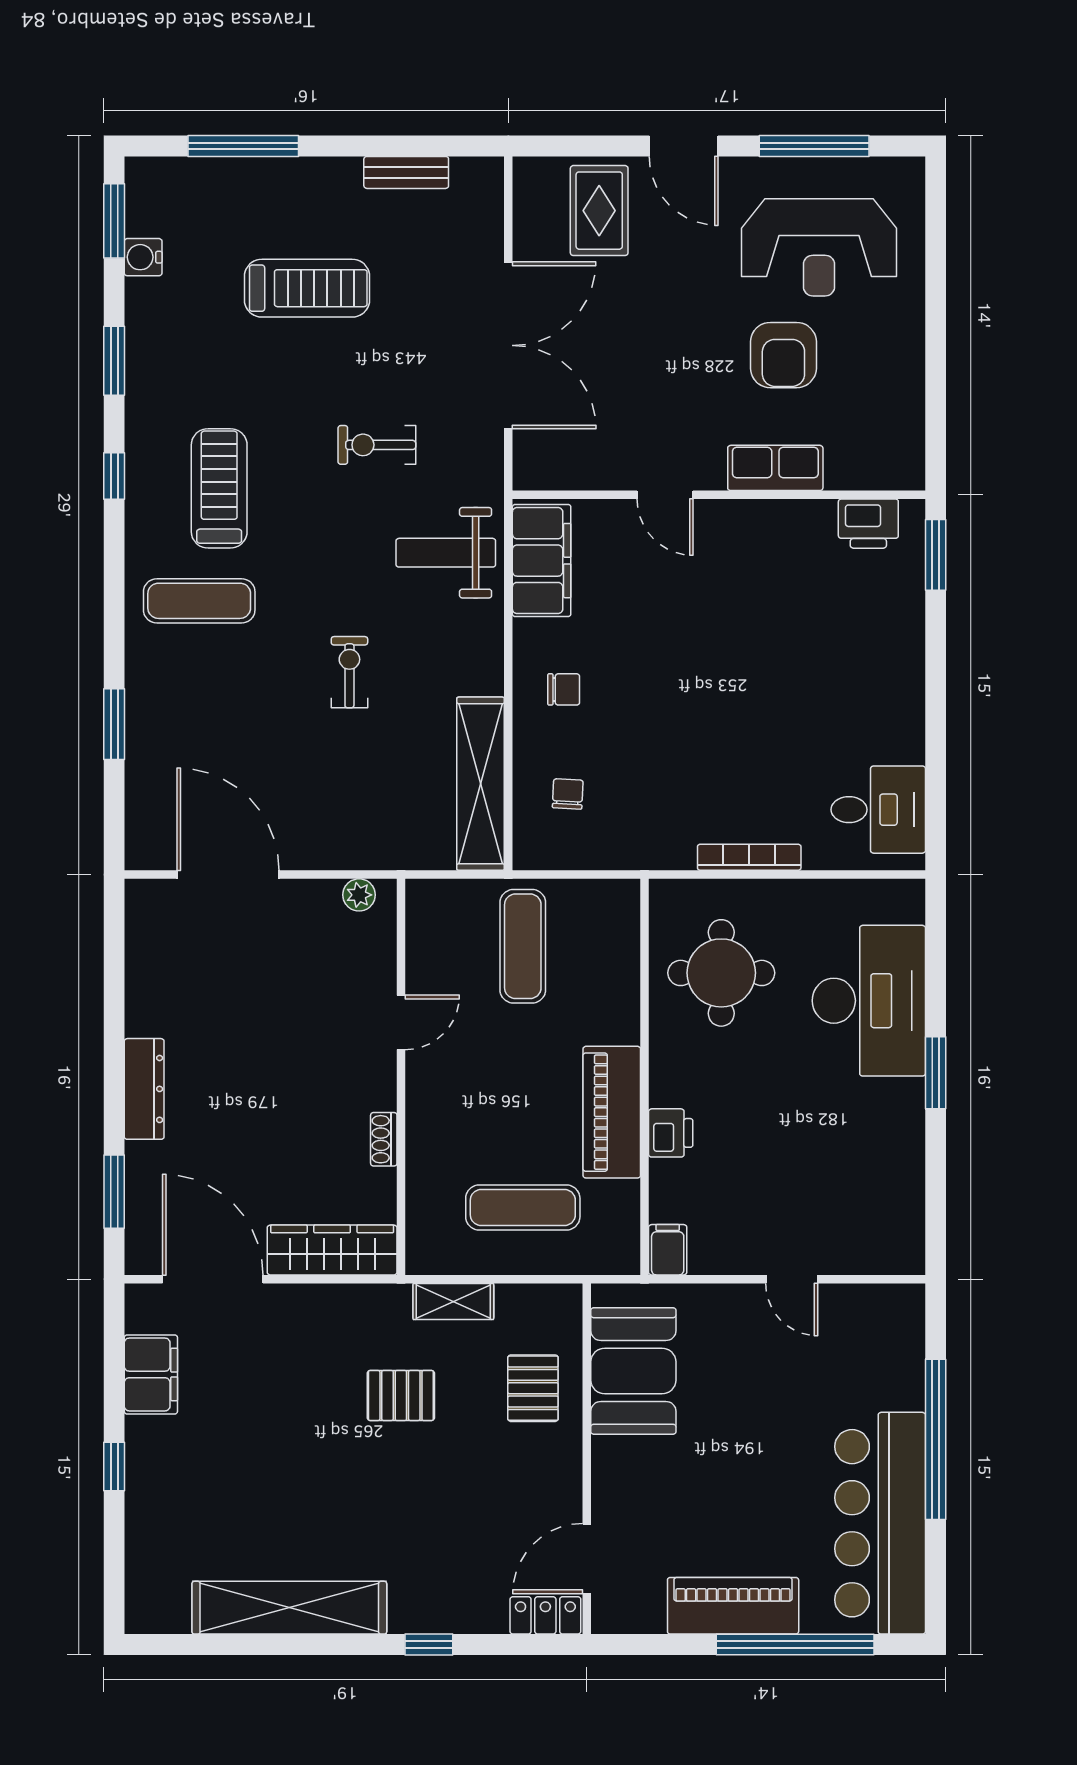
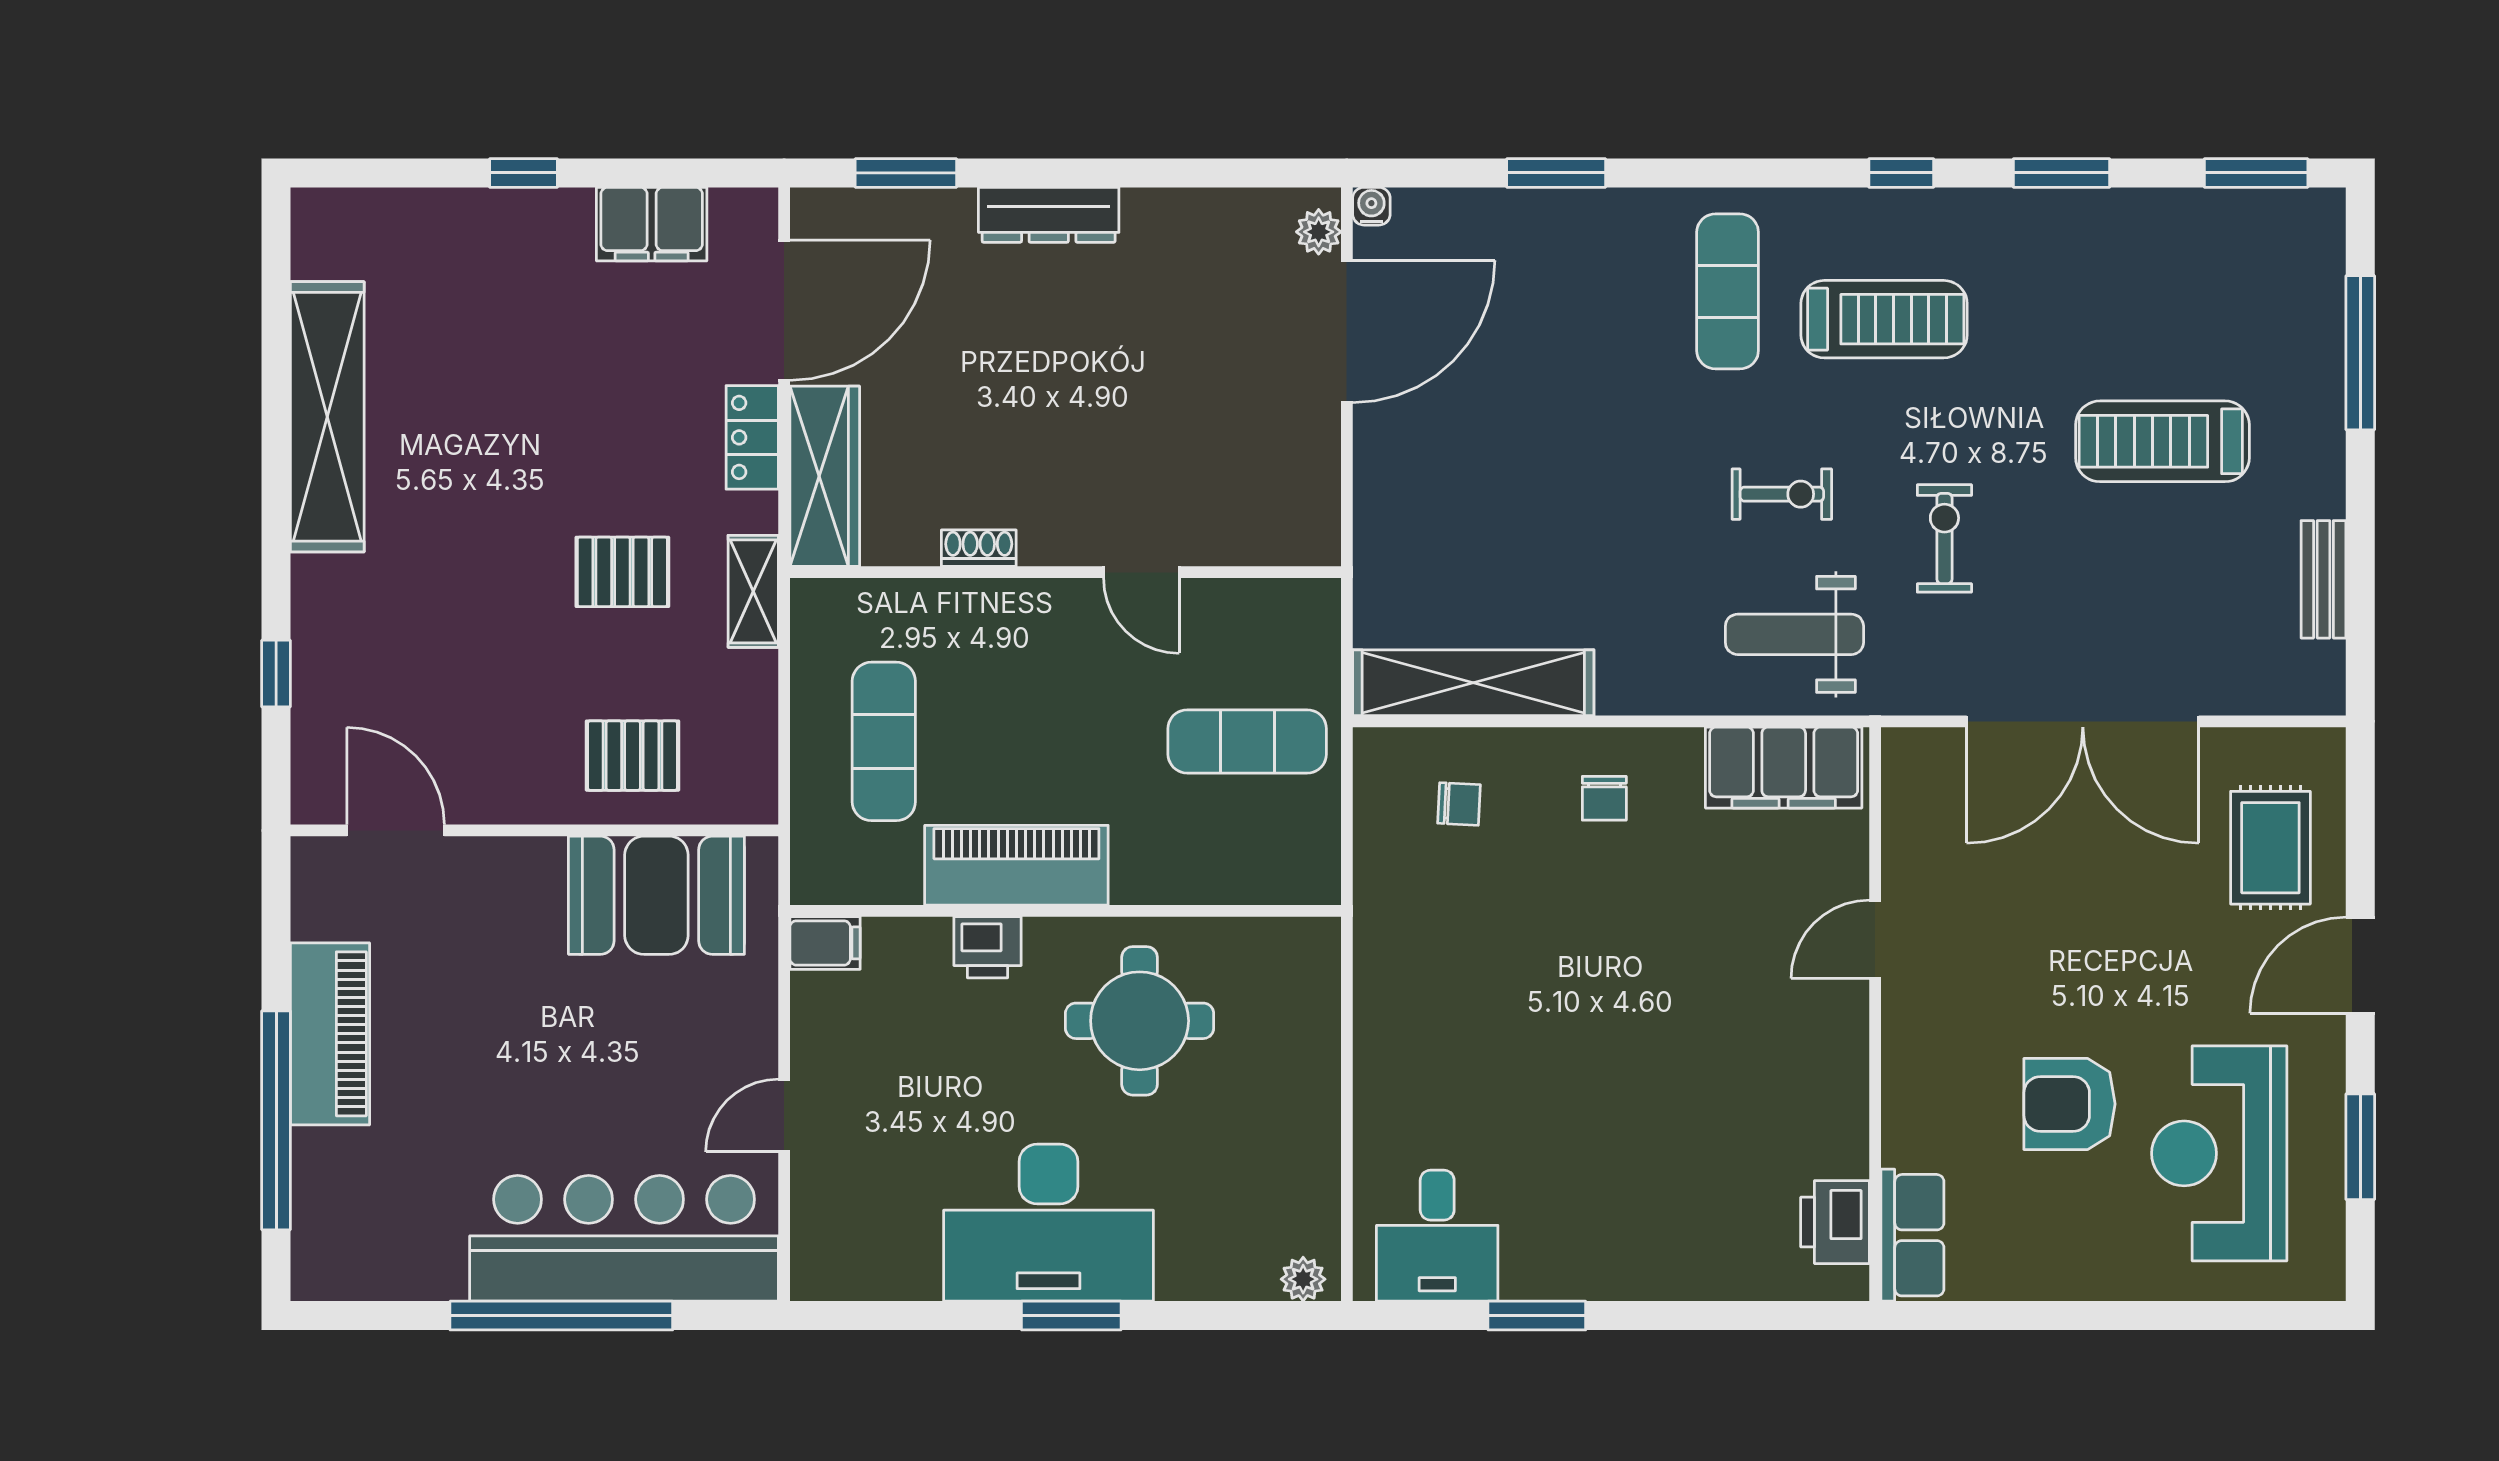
window: (814, 146) -> (2360, 1147), width x0.69
rug: (599, 211) -> (2270, 848), turned 90
water cooler: (143, 257) -> (1371, 206), moved, width x0.72, depth x0.72
treadmill: (307, 288) -> (2162, 441), turned 90
row of seats: (775, 468) -> (1912, 1235), moved
weight bench: (446, 553) -> (1794, 634), turned -90
window: (936, 555) -> (1537, 1316), moved
exercise bike: (349, 672) -> (1782, 494), moved
bookcase: (749, 857) -> (1371, 1056), removed
plant: (359, 895) -> (1319, 232), moved
plant: (909, 906) -> (1303, 1279), added
round table: (721, 973) -> (1140, 1021), moved
desk: (869, 1001) -> (1049, 1223), moved
shelving: (453, 1301) -> (753, 591), moved
pallet: (401, 1395) -> (622, 572), turned 90
bar counter: (880, 1523) -> (624, 1238), moved
locker: (545, 1615) -> (752, 437), moved, turned 180
window: (429, 1645) -> (276, 674), moved

